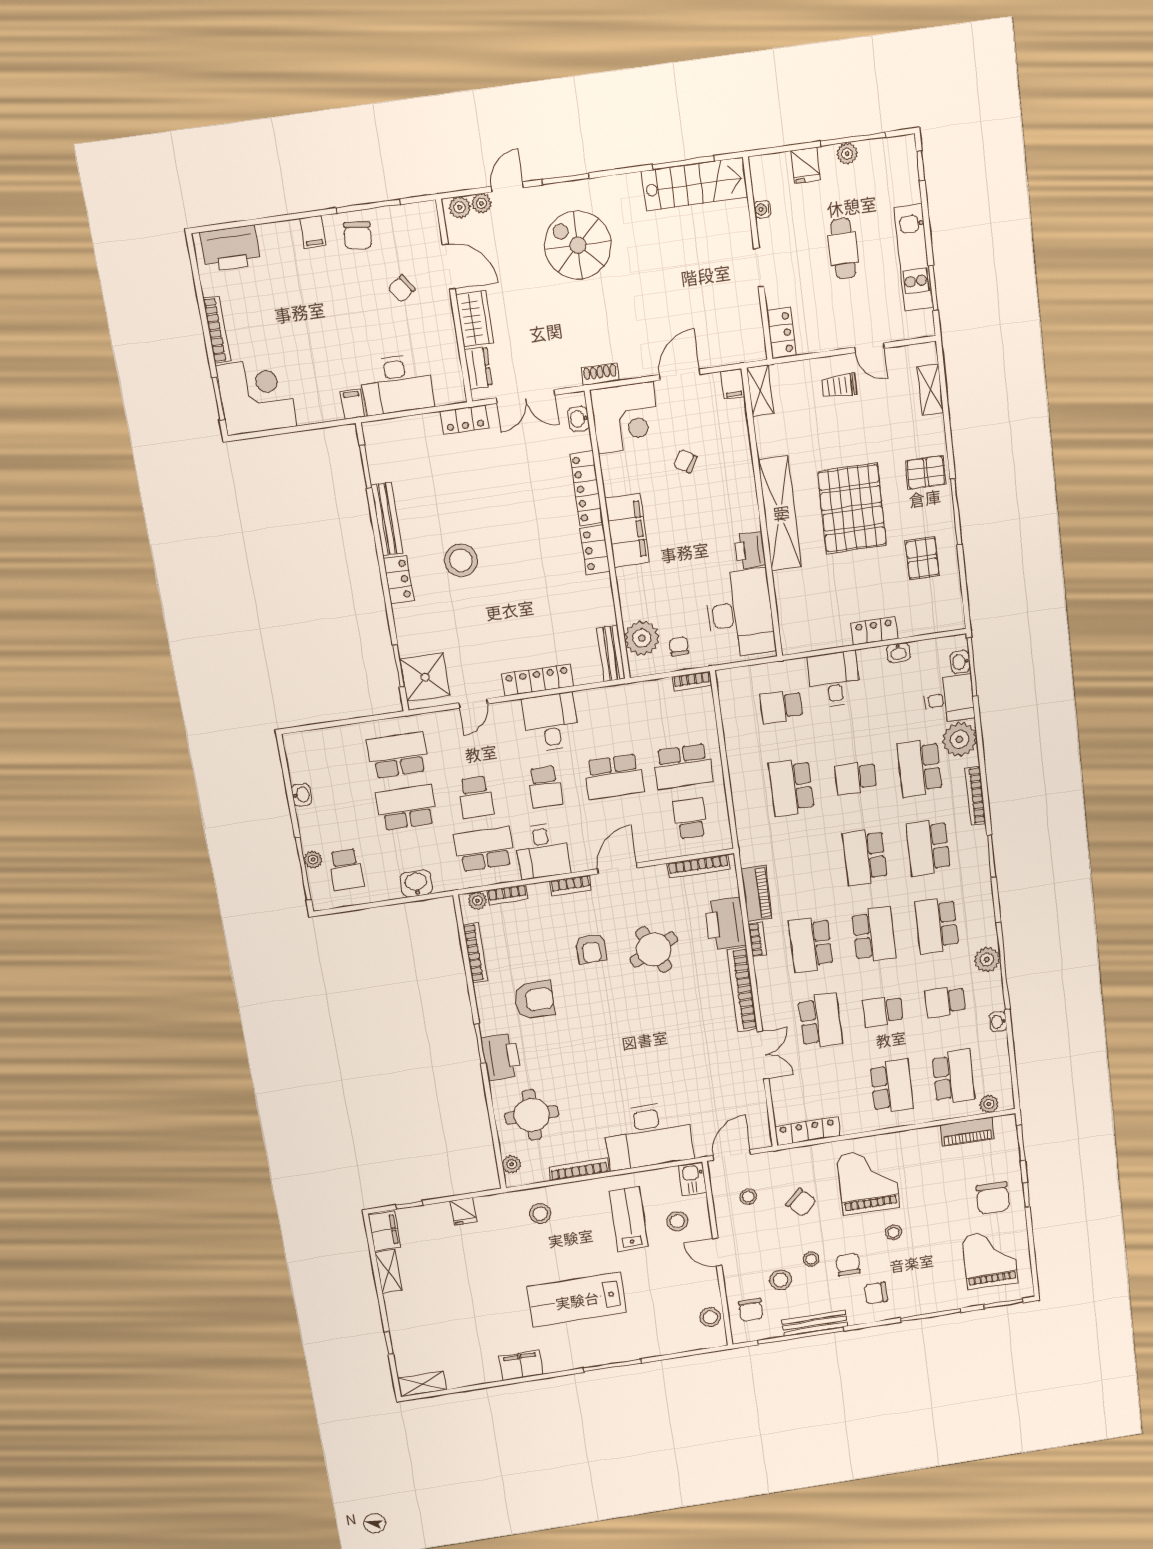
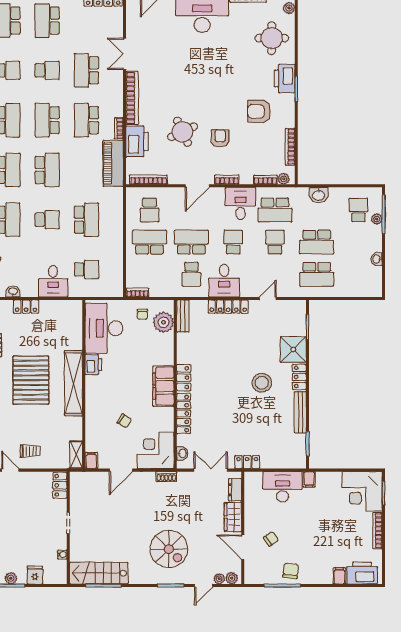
filing cabinet: (313, 232) -> (339, 576), moved
cafe table: (843, 249) -> (19, 527), removed
shower: (425, 677) -> (293, 349), moved
school desk: (607, 724) -> (191, 274), added
piano: (757, 894) -> (113, 163), width x1.37, depth x1.33
school desk: (811, 944) -> (86, 120), turned 180

